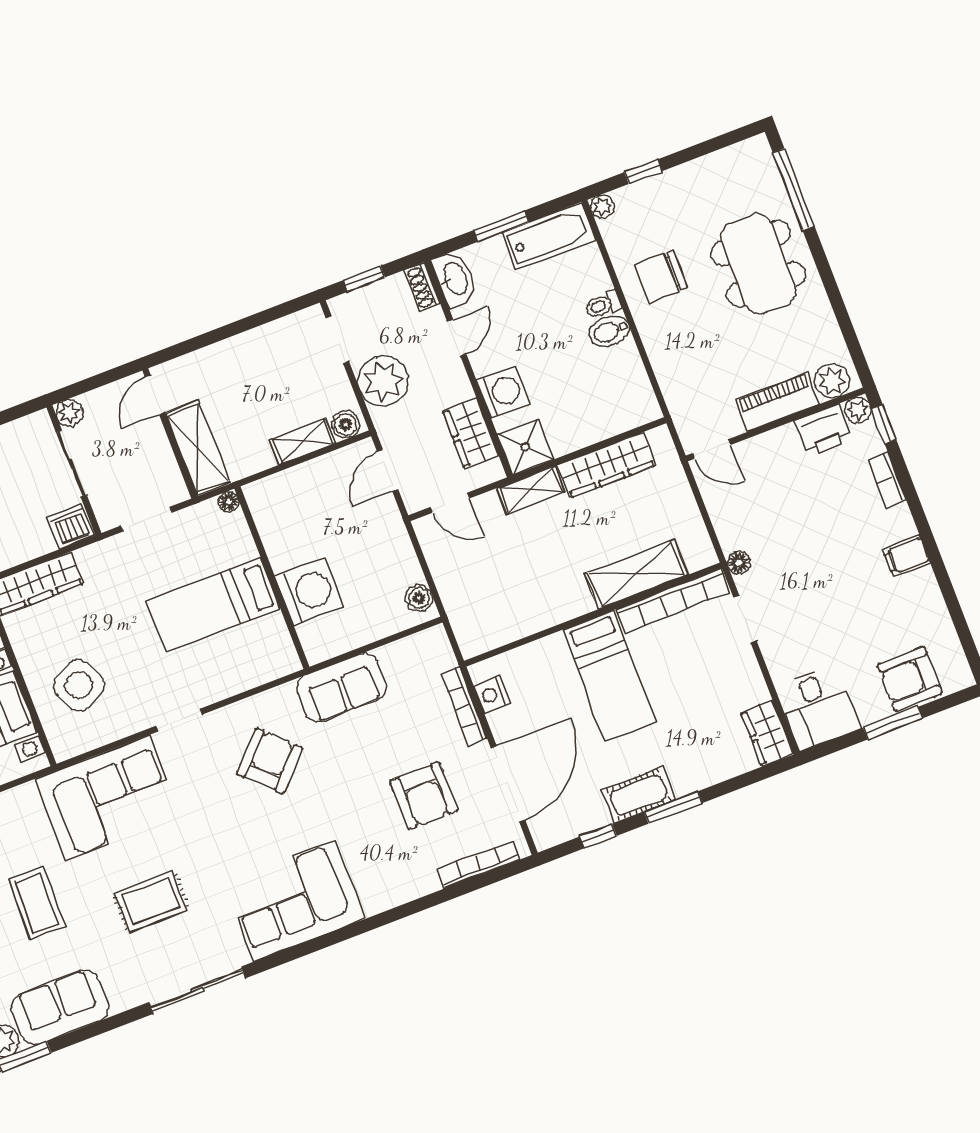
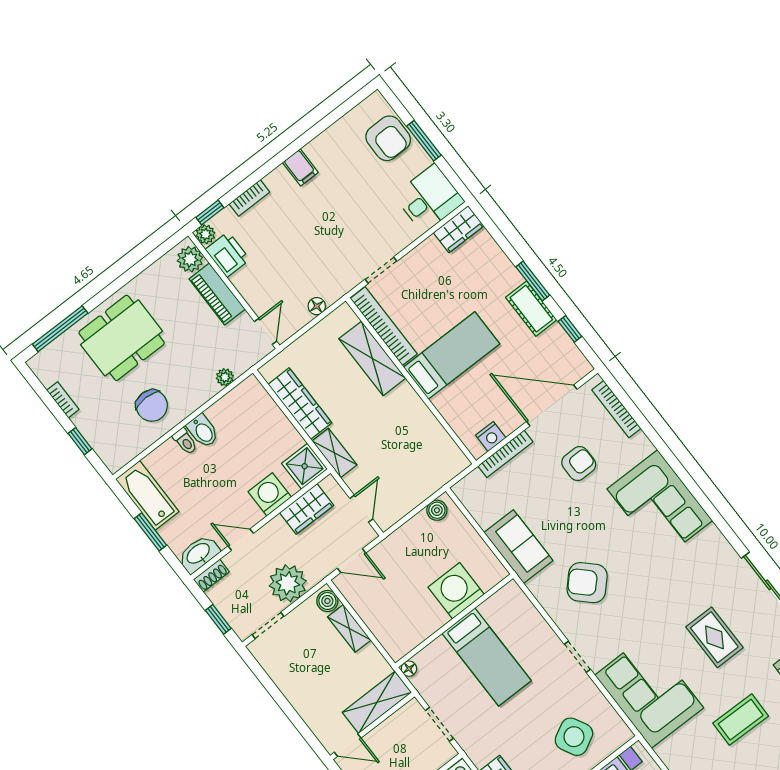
bookcase: (702, 166) -> (63, 400), added
plant: (602, 206) -> (225, 377), moved
floor lamp: (739, 563) -> (317, 306), moved
armchair: (424, 796) -> (579, 464), width x0.72, depth x0.72
corner sofa: (294, 901) -> (660, 505), moved

